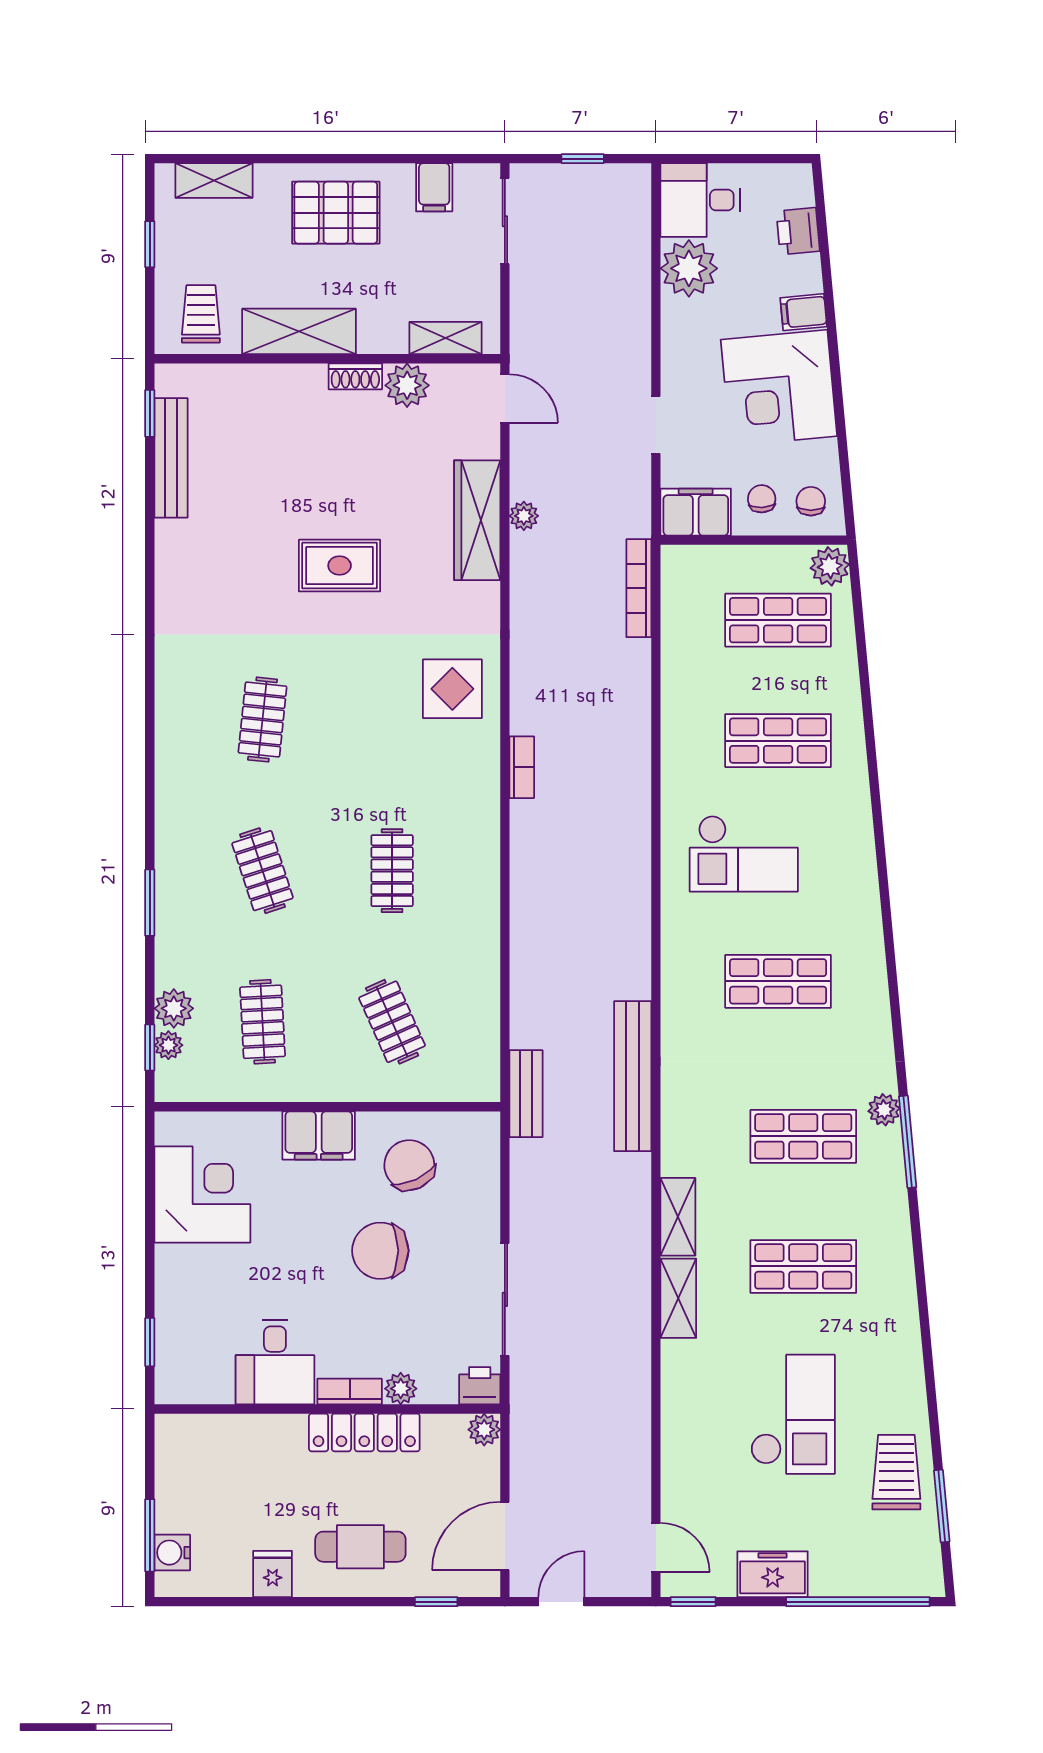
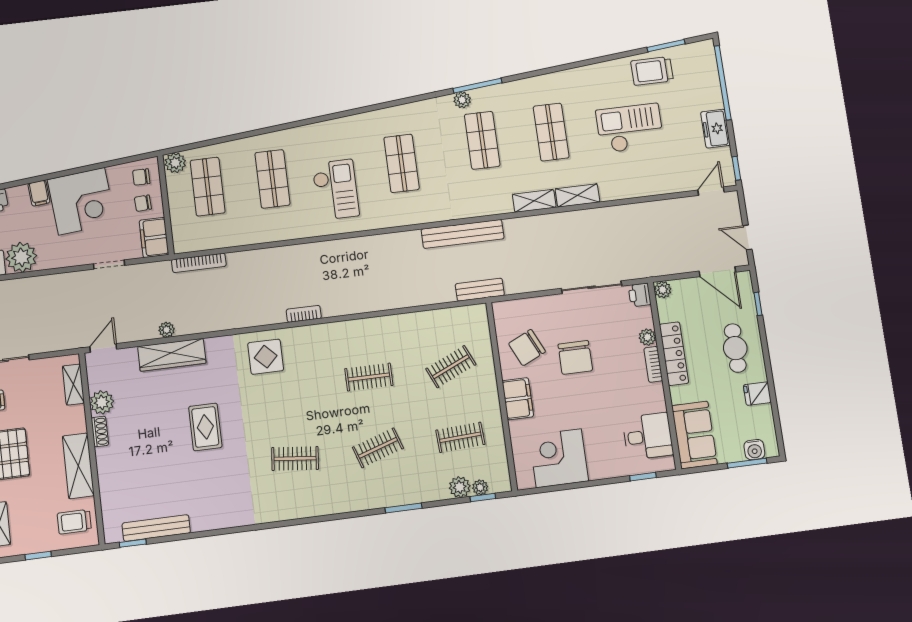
desk: (275, 1362) -> (648, 436), moved
sofa: (212, 1447) -> (694, 435), added

